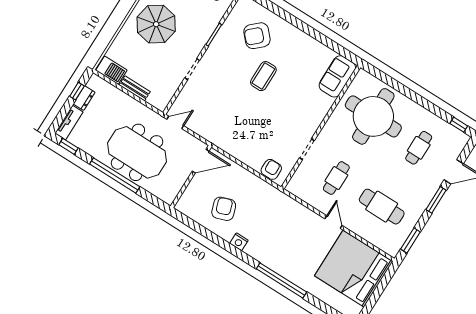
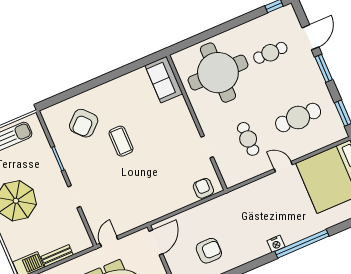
cafe table: (419, 148) -> (270, 53), turned 90
armchair: (224, 209) -> (209, 251), turned 109
nightstand: (239, 242) -> (276, 244), moved

